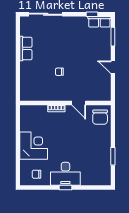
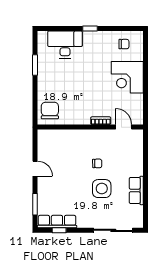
row of seats: (99, 22) -> (57, 222), width x1.48
side table: (55, 50) -> (102, 189), added
door: (79, 103) -> (124, 127), moved
desk: (65, 174) -> (65, 44), moved

